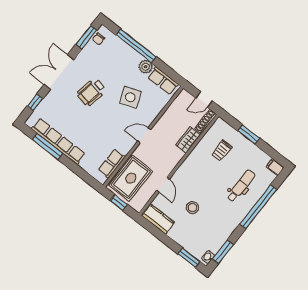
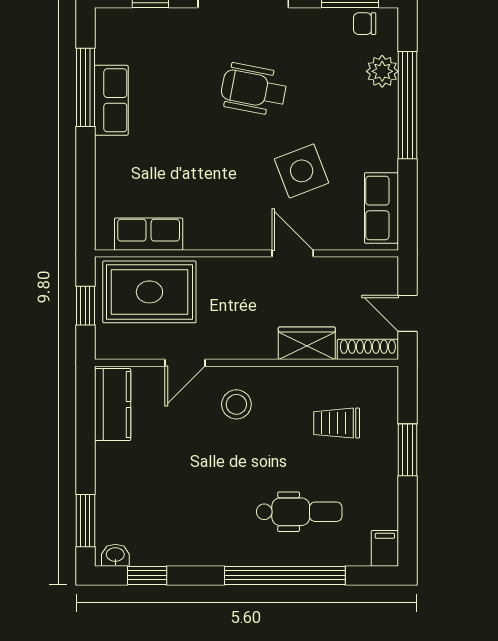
plant: (146, 67) -> (382, 71), moved
door: (144, 135) -> (293, 253), moved
row of seats: (58, 141) -> (111, 100), width x0.50
stool: (192, 208) -> (236, 404), moved
window: (223, 252) -> (147, 575), width x0.67

